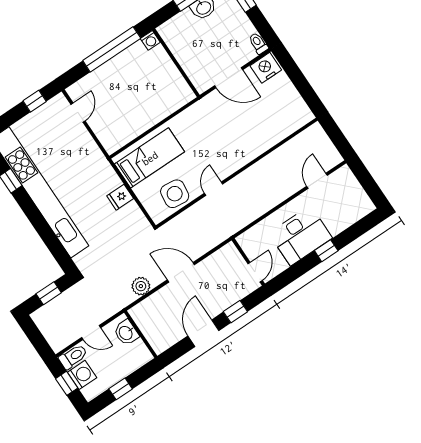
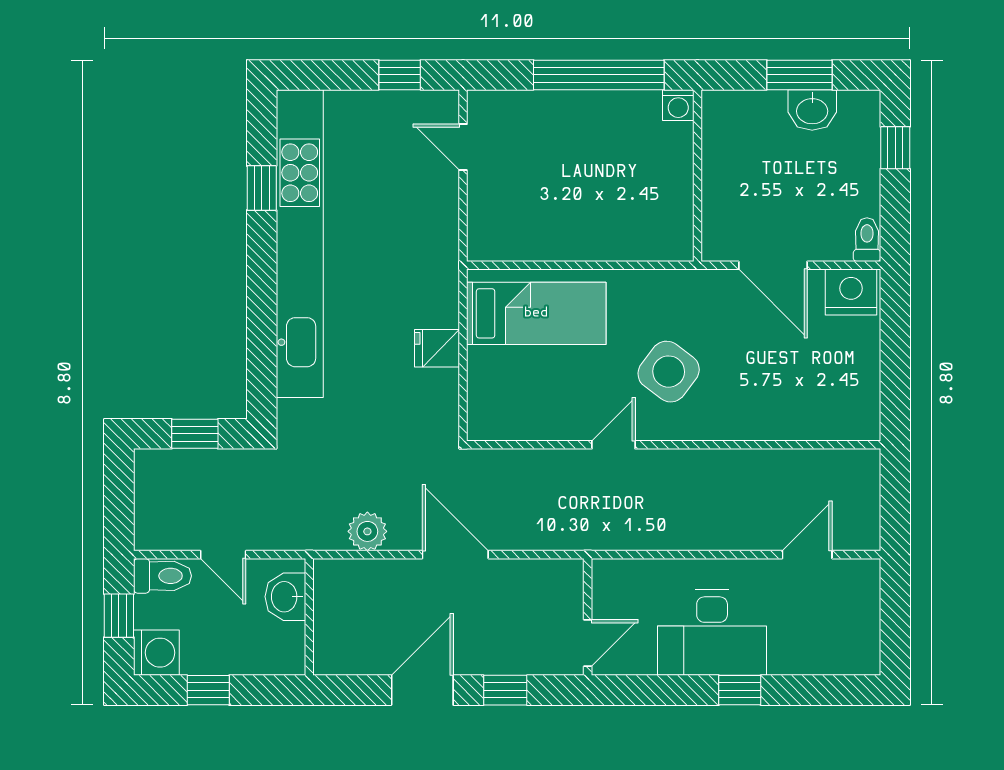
door: (78, 113) -> (463, 147), swing flipped
side table: (175, 194) -> (669, 372), moved, turned 30
washing machine: (82, 375) -> (156, 653), moved

